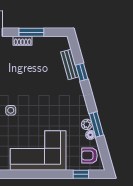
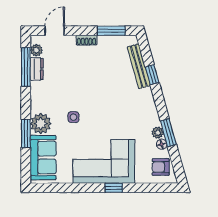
window: (31, 32) -> (111, 31), moved
bench: (70, 64) -> (139, 66), width x1.36
window: (81, 174) -> (114, 188), moved

